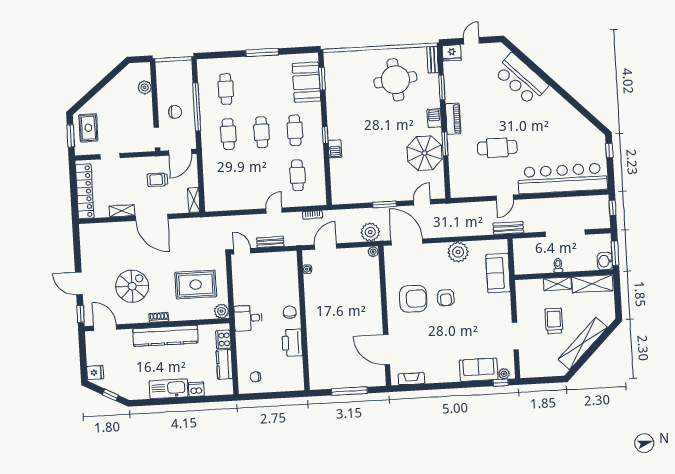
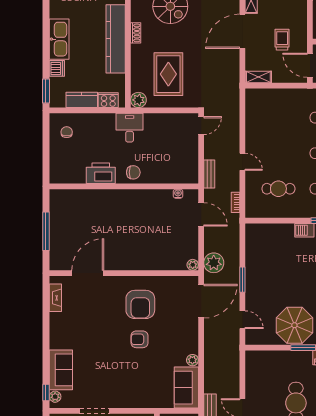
bench: (270, 242) -> (209, 174), moved
plant: (458, 252) -> (192, 360), width x0.53, depth x0.53
sofa: (498, 273) -> (186, 388), moved, turned -90
window: (218, 398) -> (46, 91), added

